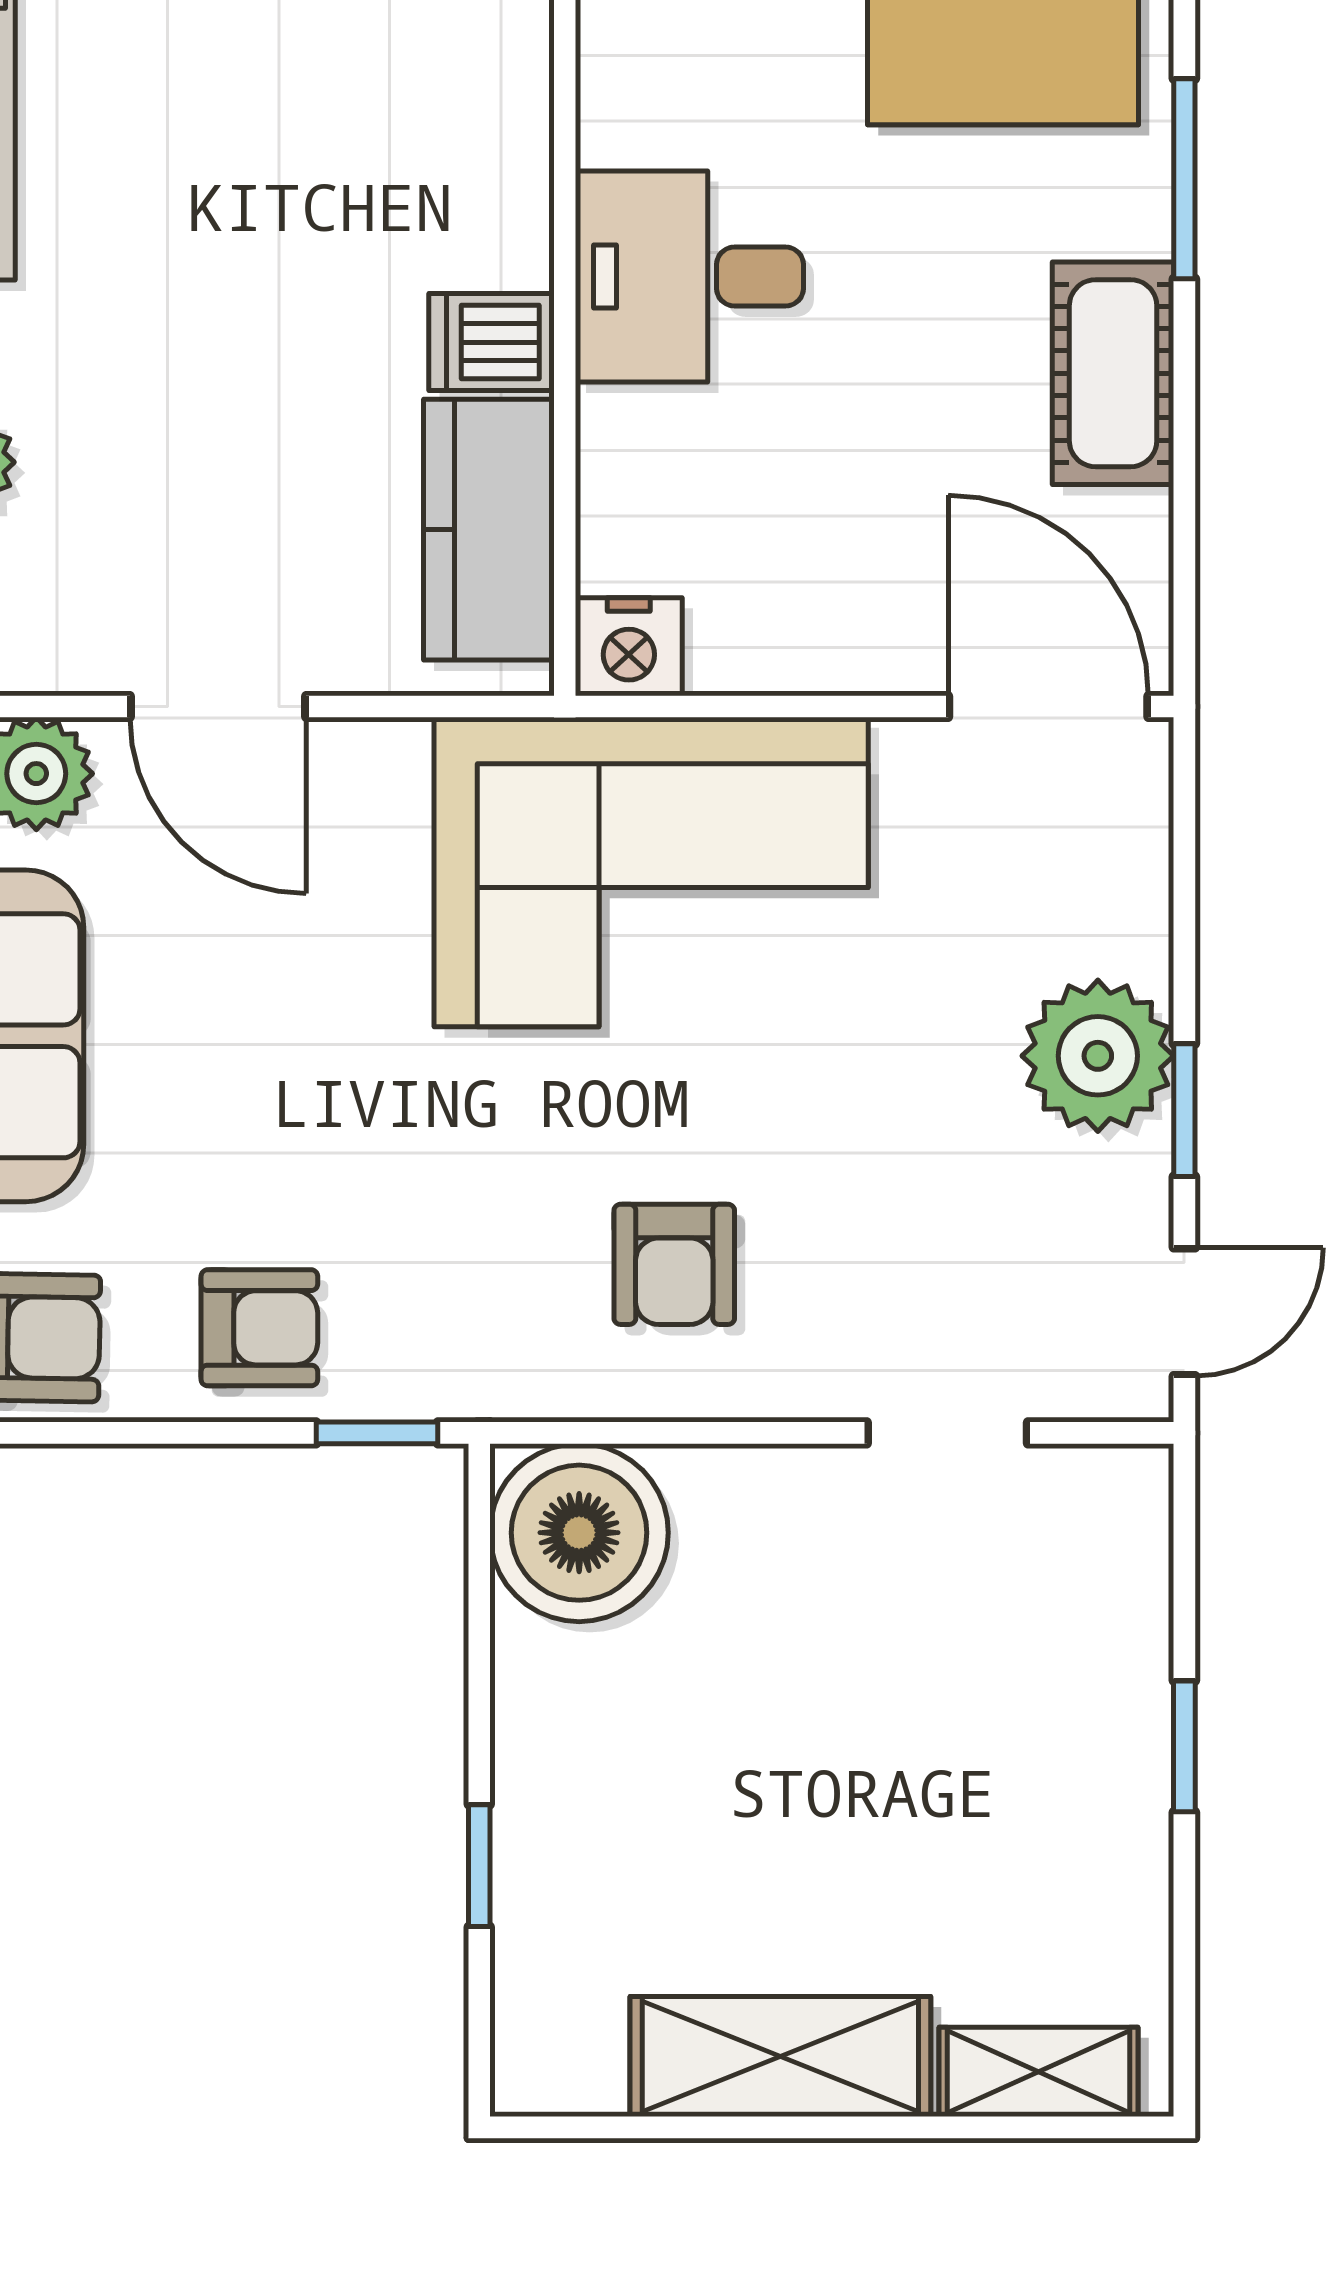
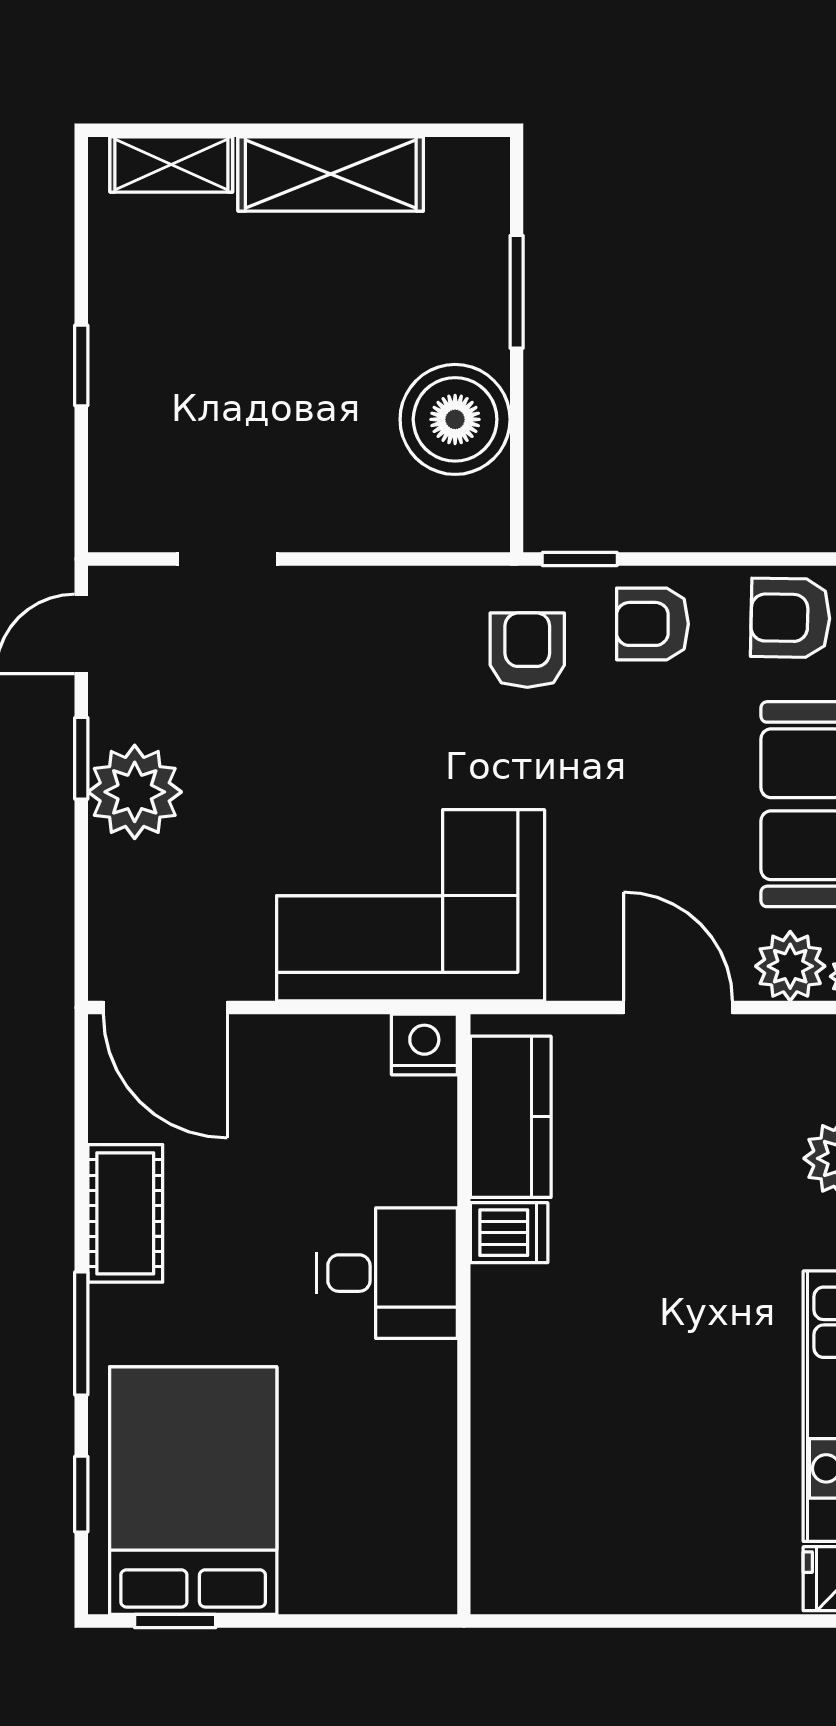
armchair: (674, 1264) -> (527, 650), moved
boiler: (579, 1533) -> (455, 419), moved
window: (479, 1866) -> (517, 292), width x1.50

